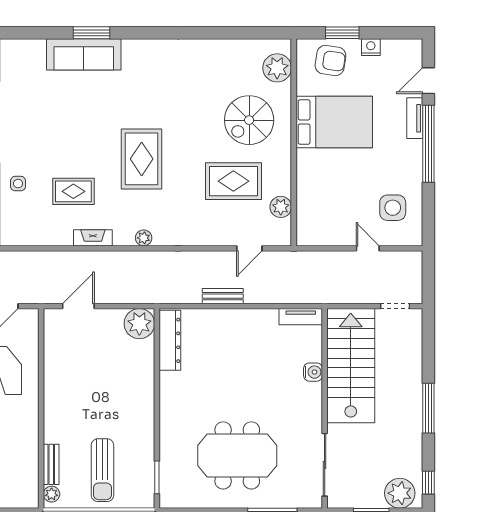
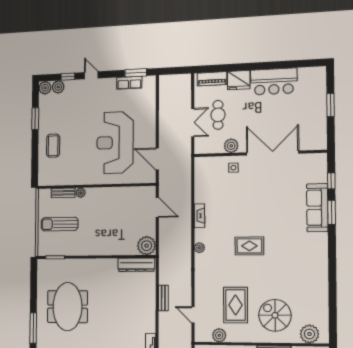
window: (43, 33) -> (331, 181), added
rug: (142, 159) -> (249, 246), width x0.73, depth x0.70
rug: (73, 191) -> (229, 203), removed
plant: (52, 494) -> (81, 193), moved

